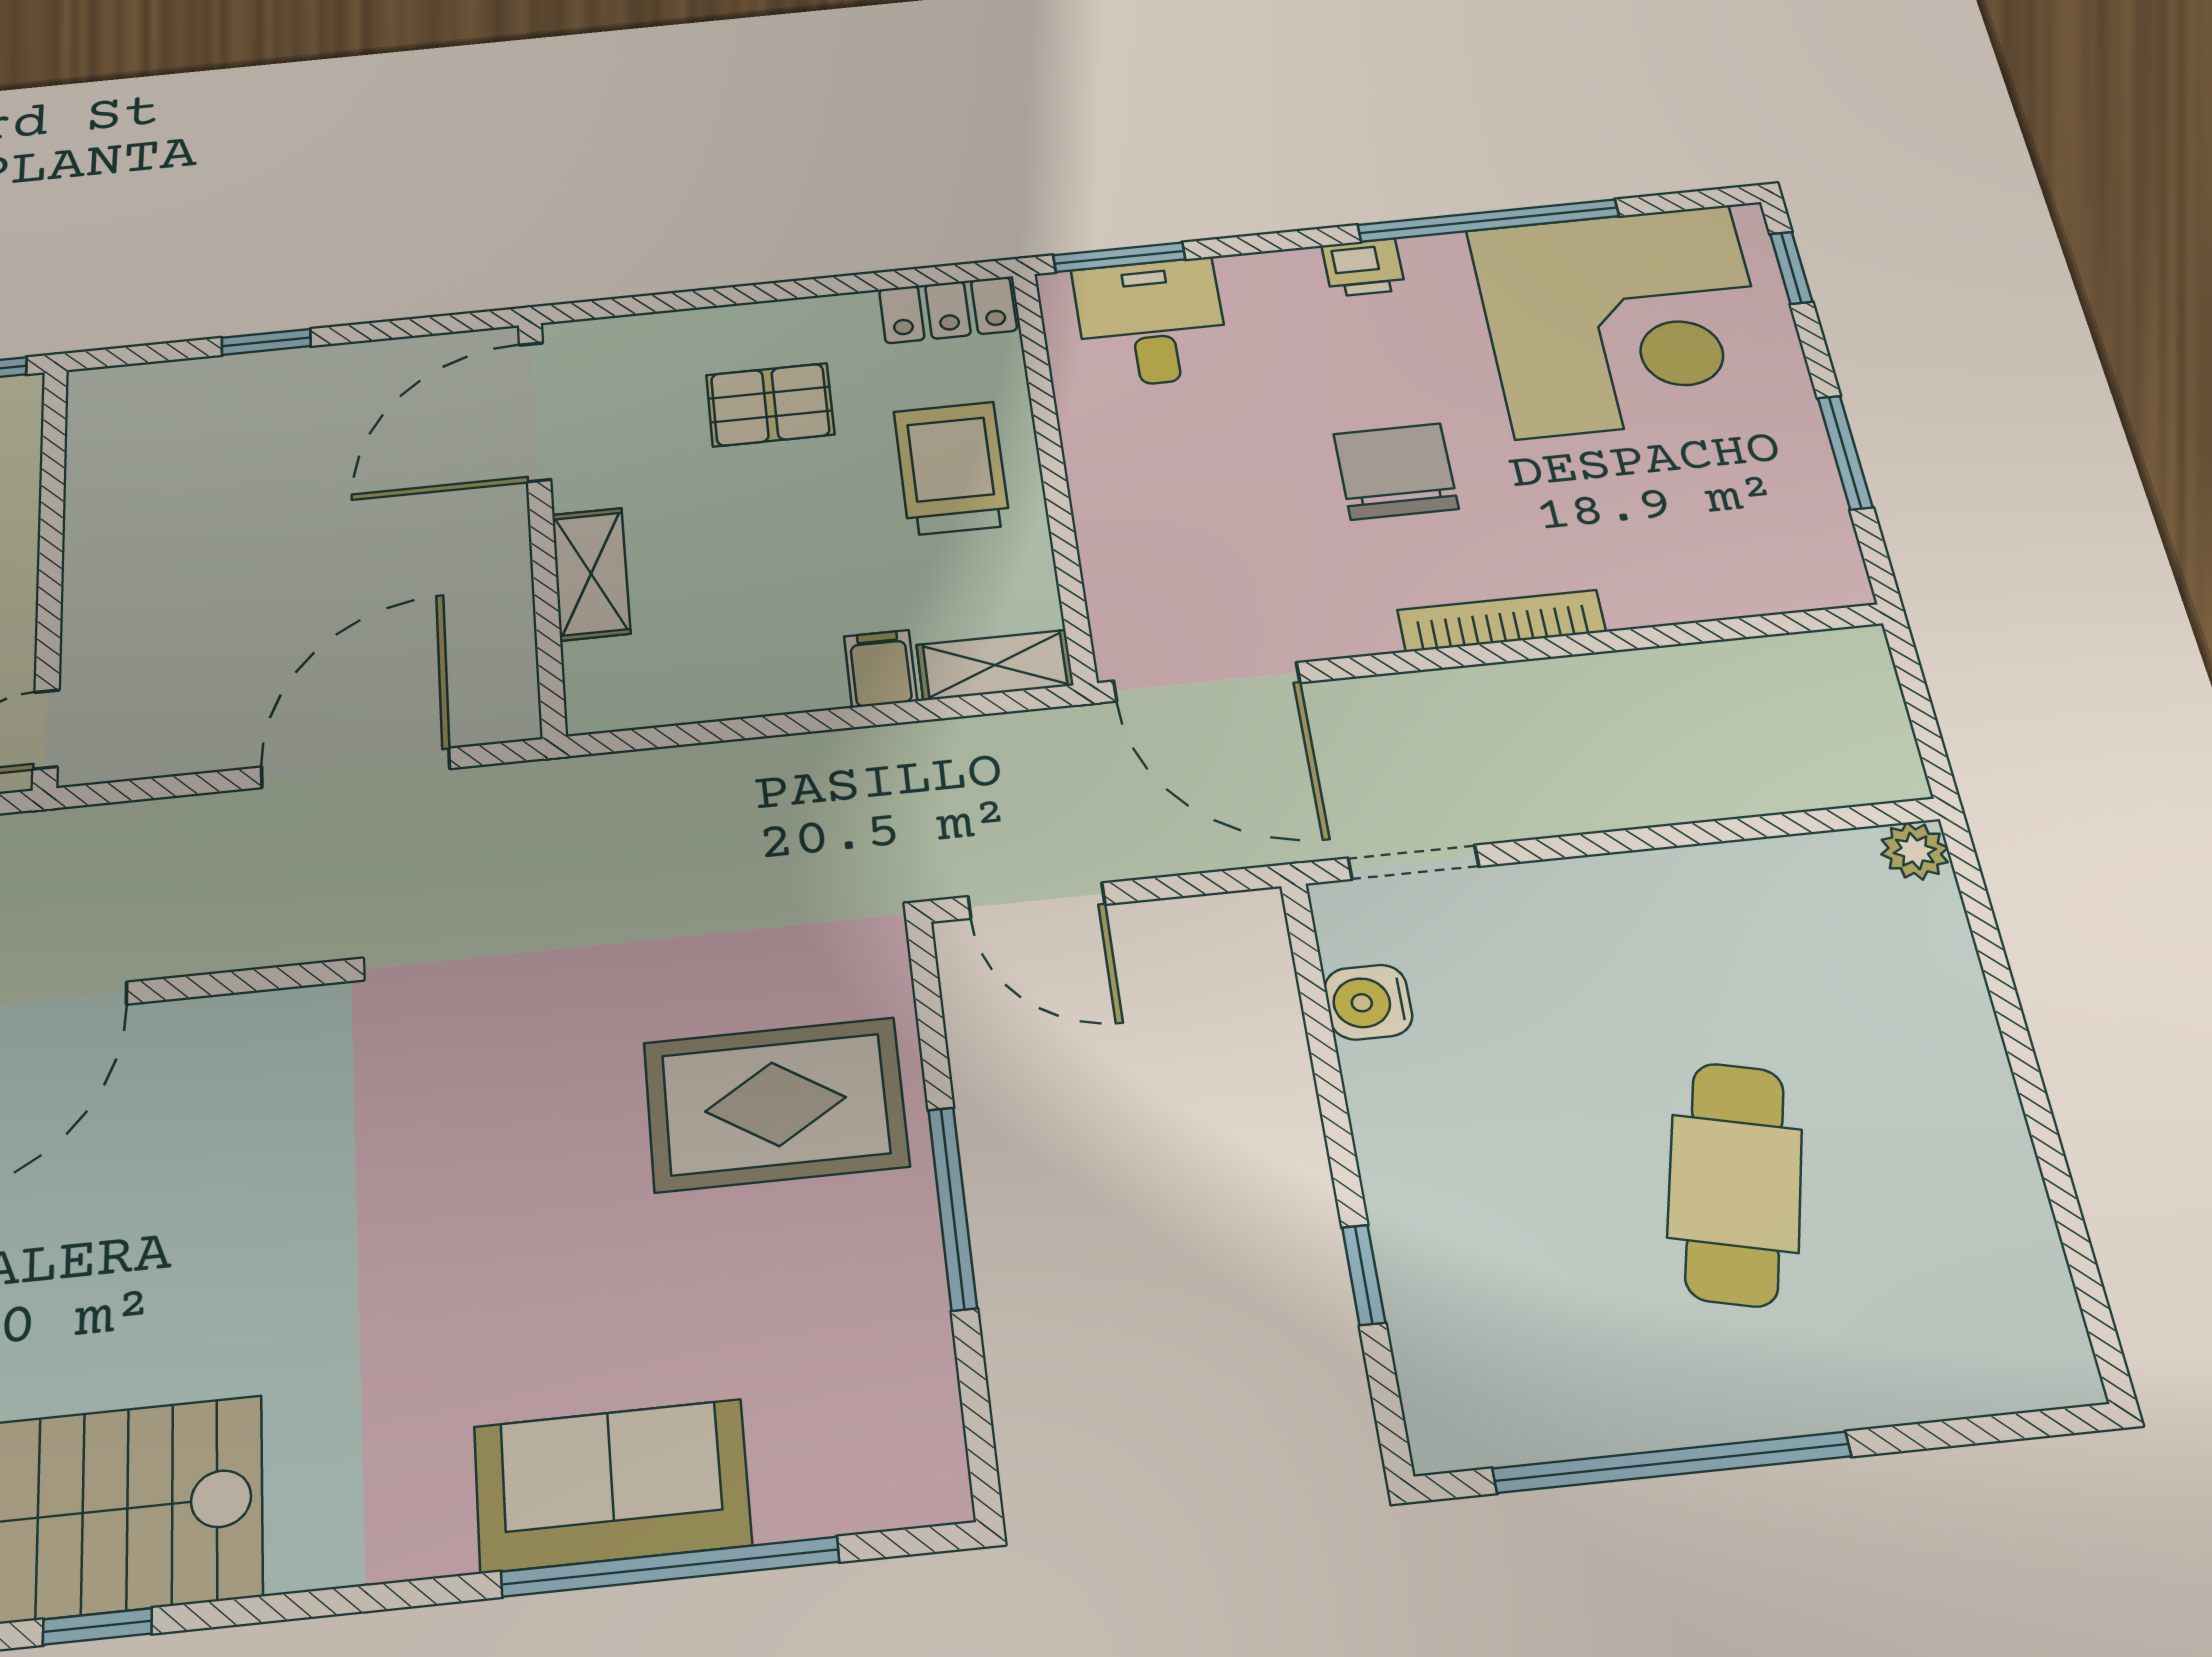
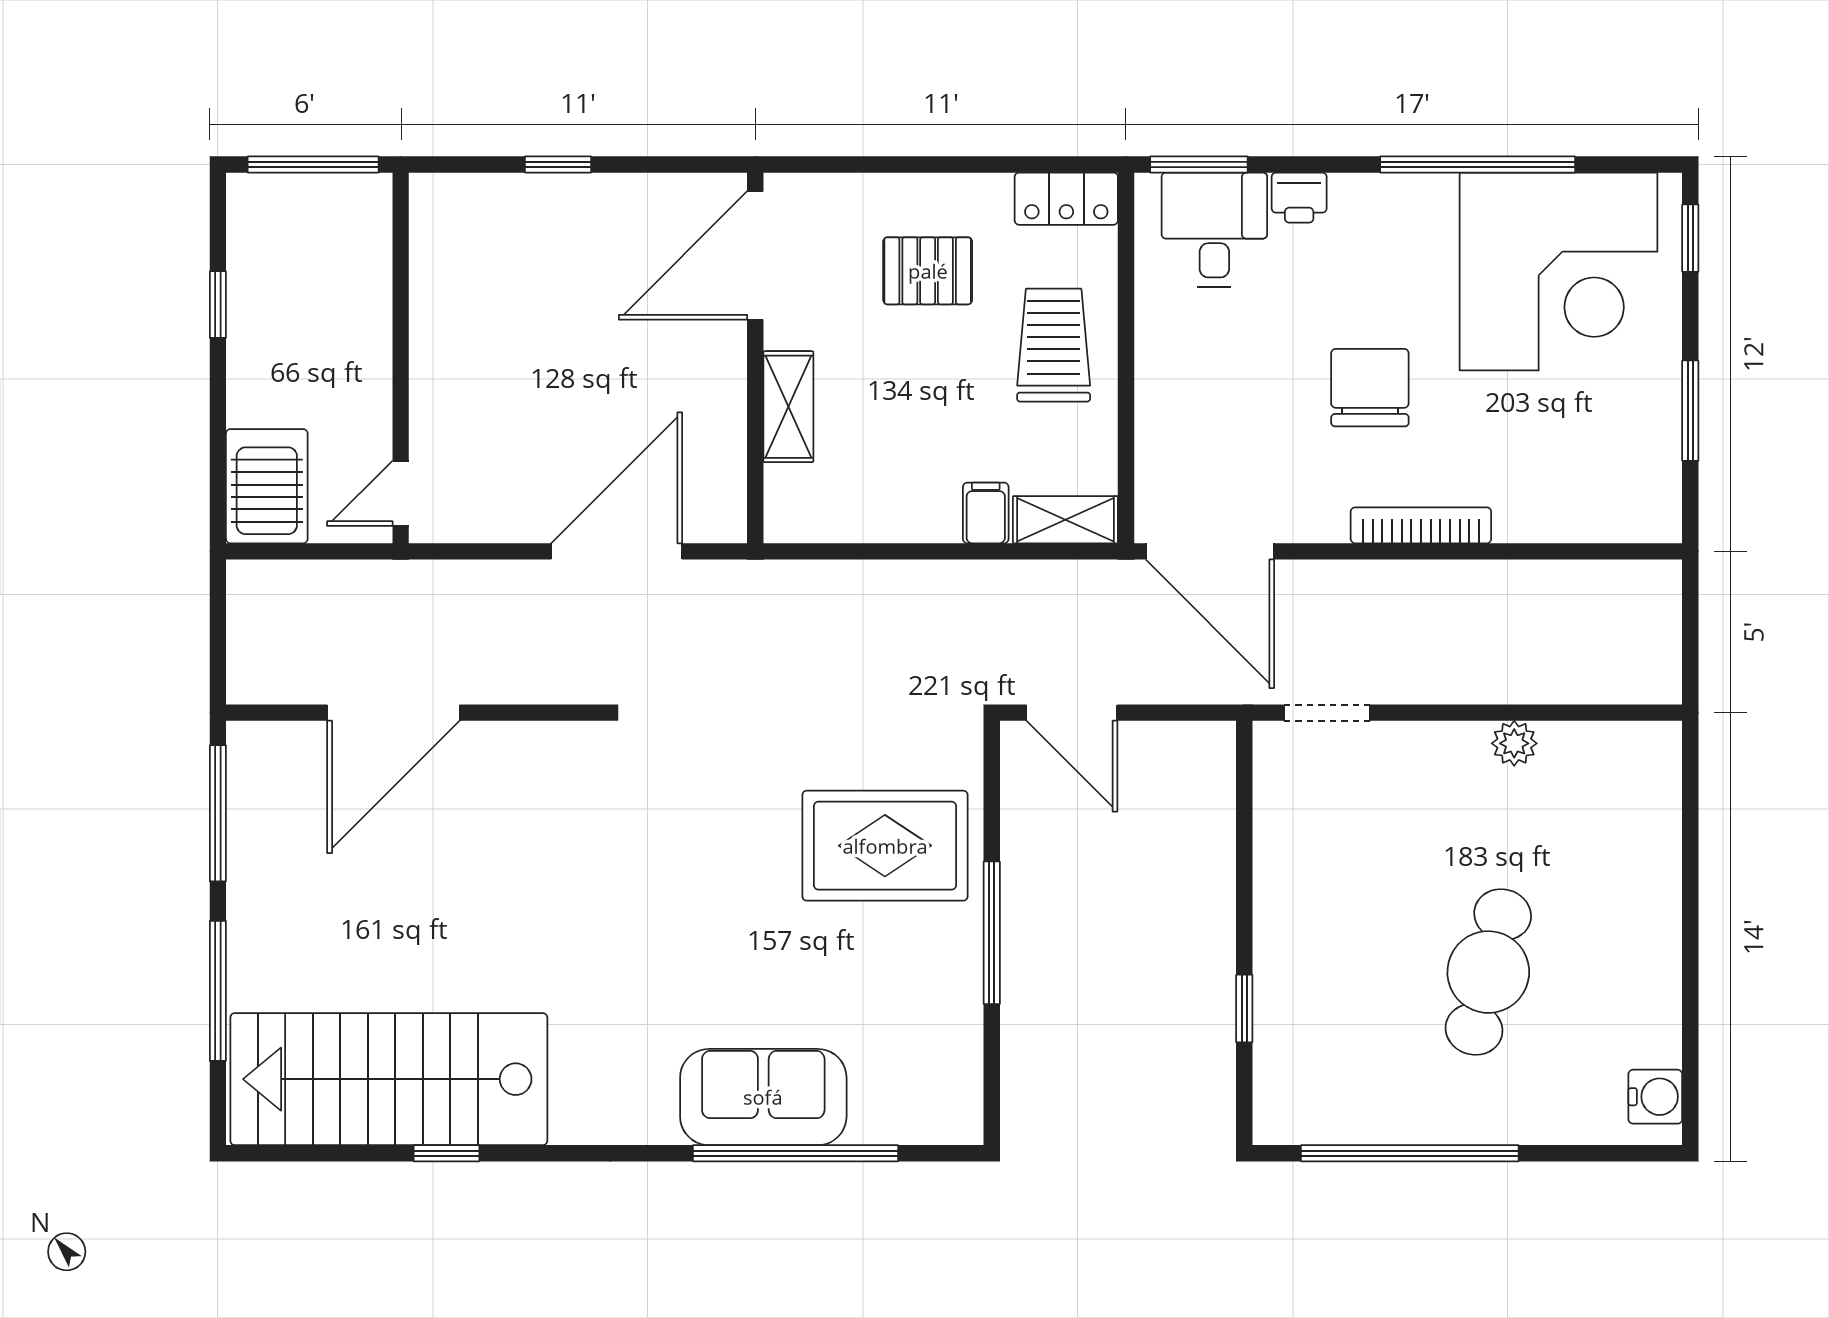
printer: (1364, 268) -> (1299, 198), moved
plant: (1915, 851) -> (1514, 743), moved
water cooler: (1368, 1002) -> (1655, 1097), moved, turned 180

